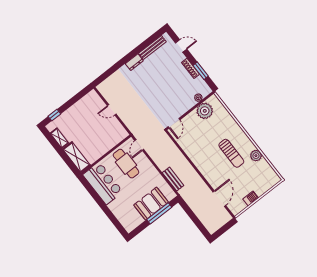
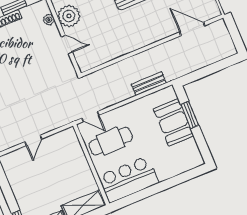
door: (174, 123) -> (67, 45), moved
window: (159, 213) -> (190, 115), width x0.69

